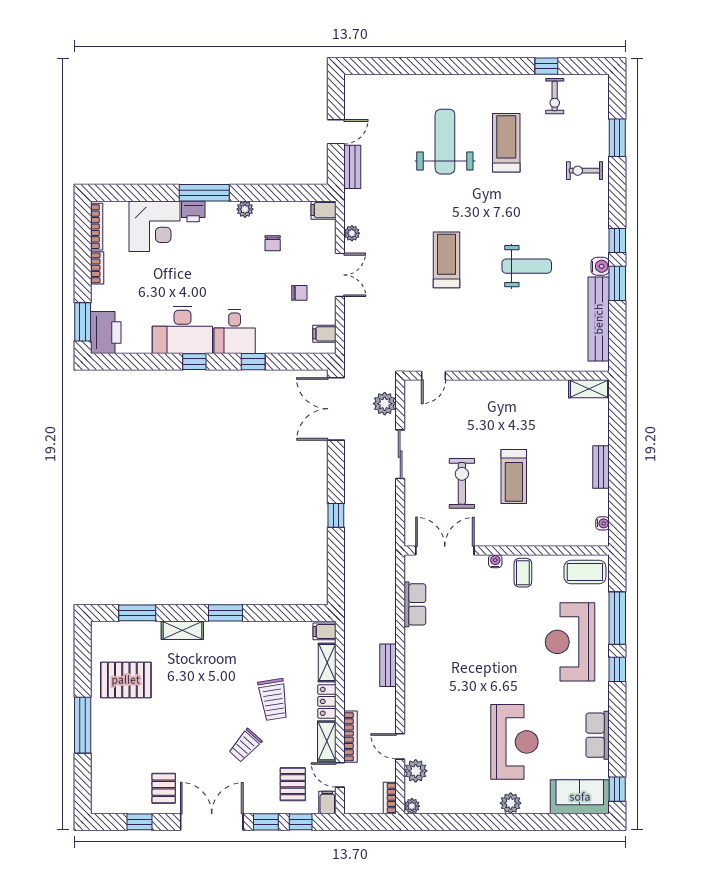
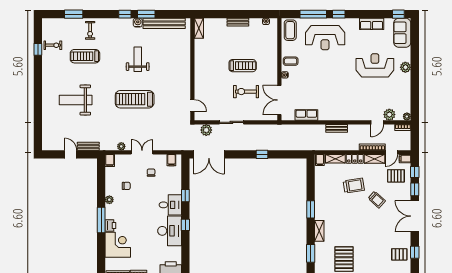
treadmill: (506, 143) -> (85, 56), moved
treadmill: (446, 260) -> (135, 99), width x1.37, depth x1.38
pallet: (164, 788) -> (399, 254), moved

